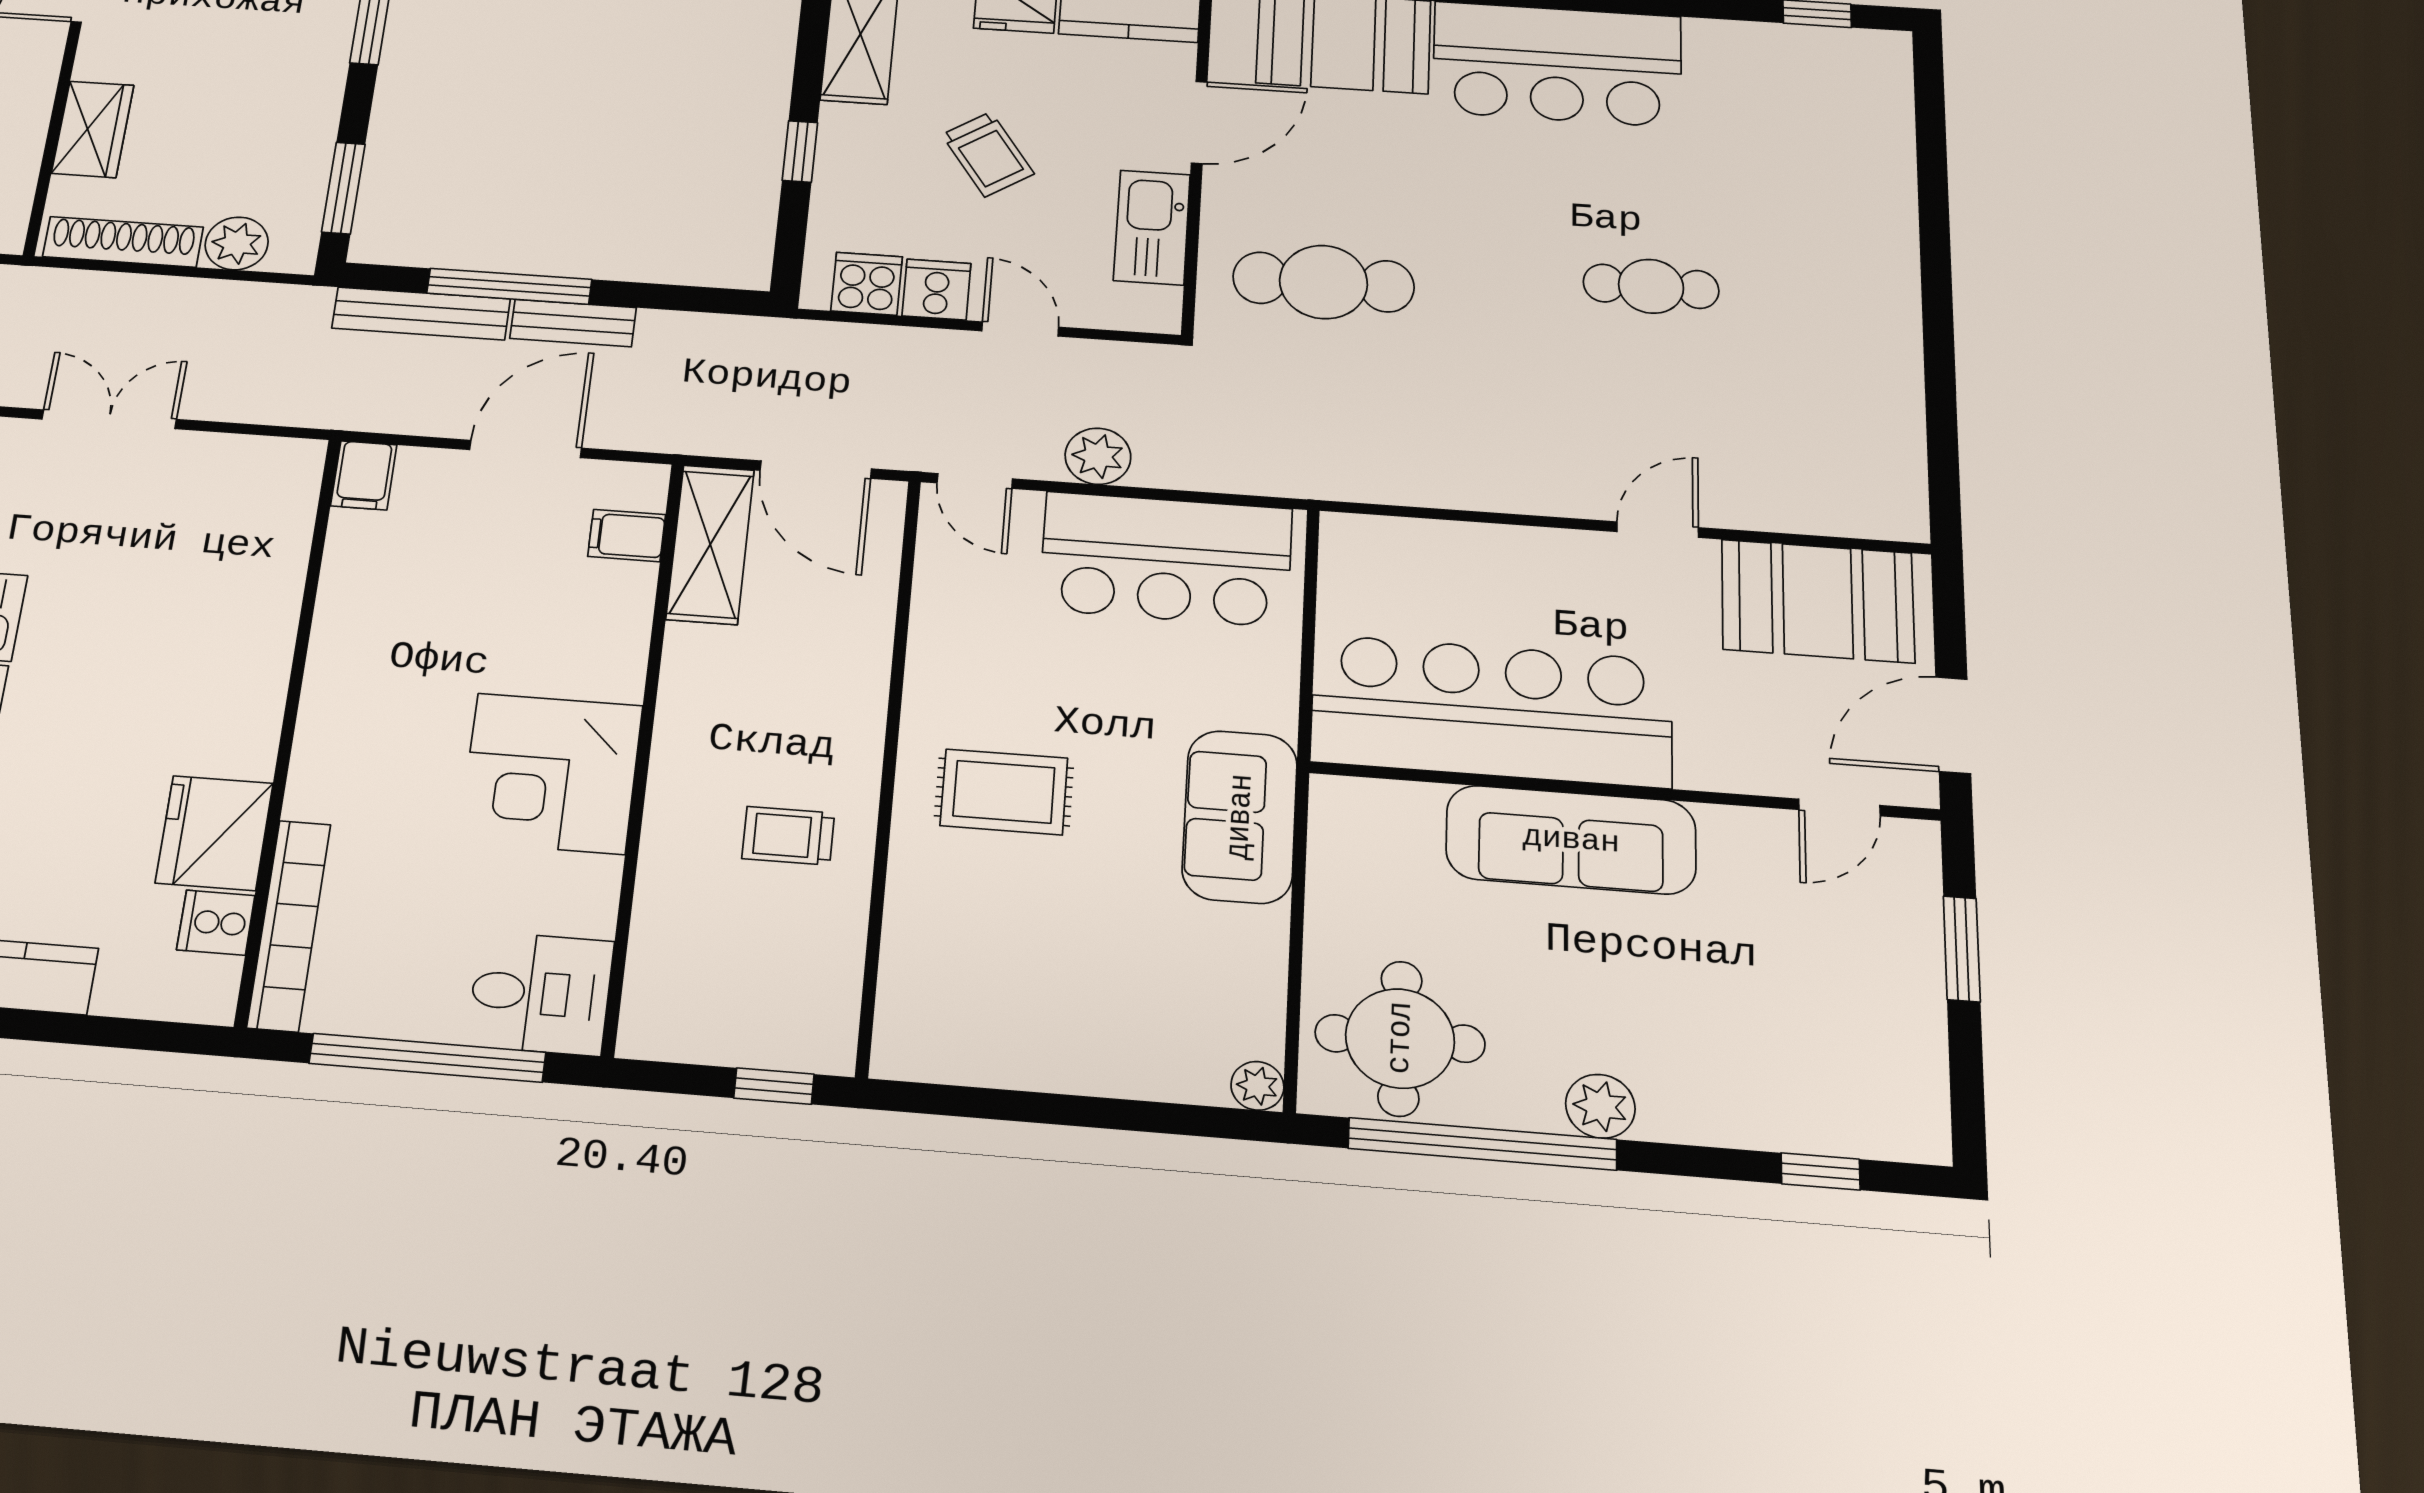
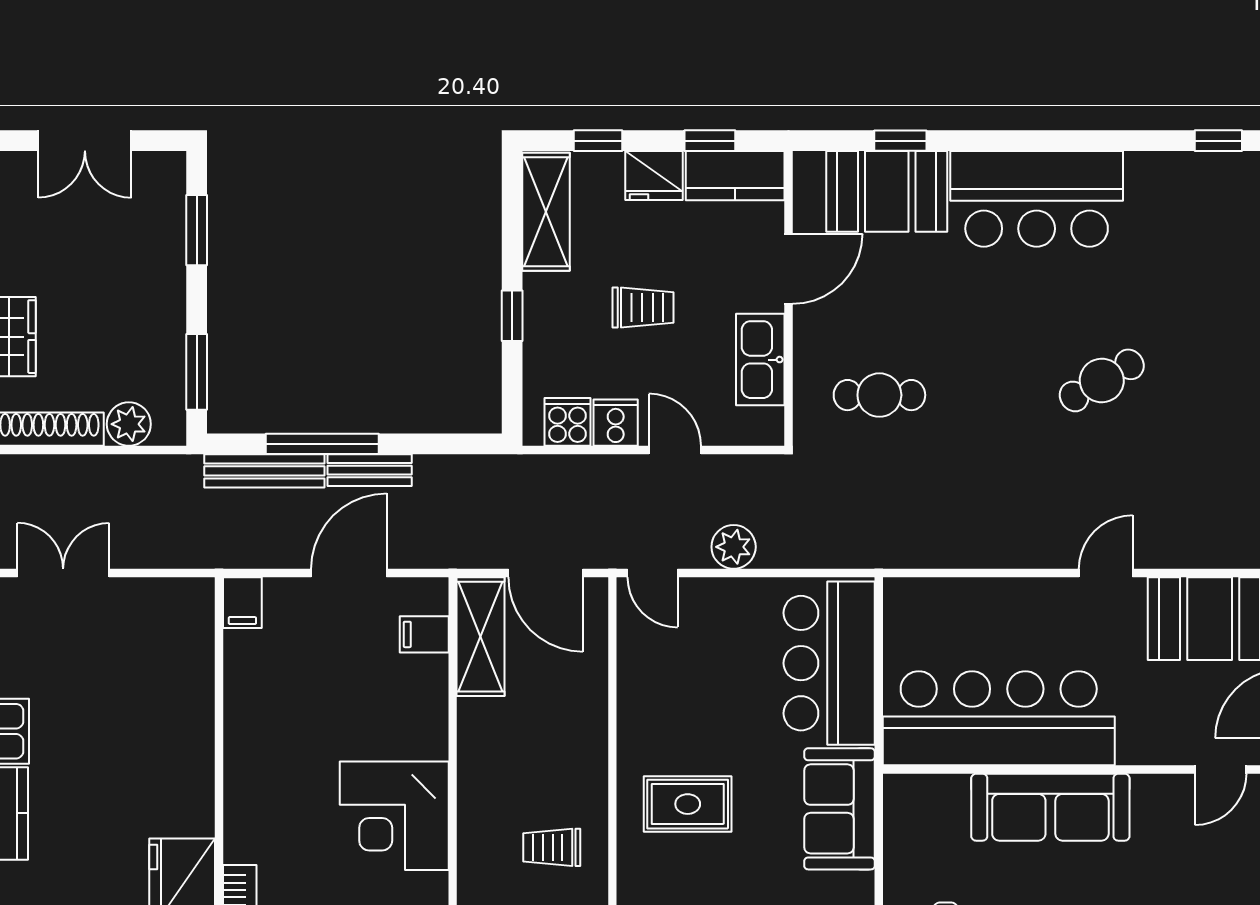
trolley: (988, 154) -> (643, 308), turned -56
cafe table: (1323, 282) -> (879, 395), width x0.73, depth x0.74
cafe table: (1651, 286) -> (1102, 380), turned -30
bar counter: (1166, 559) -> (829, 663), moved, turned 90

